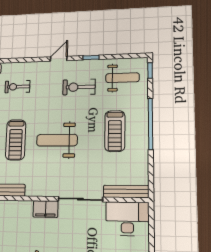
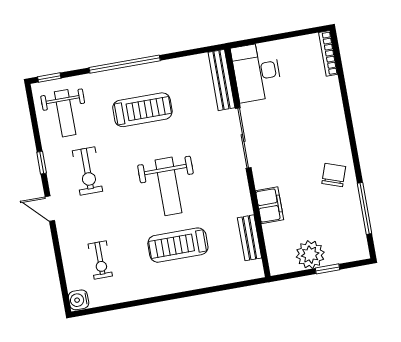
weight bench: (122, 78) -> (65, 113), turned 180
treadmill: (16, 140) -> (178, 245), turned 180
filing cabinet: (45, 209) -> (270, 205), moved

